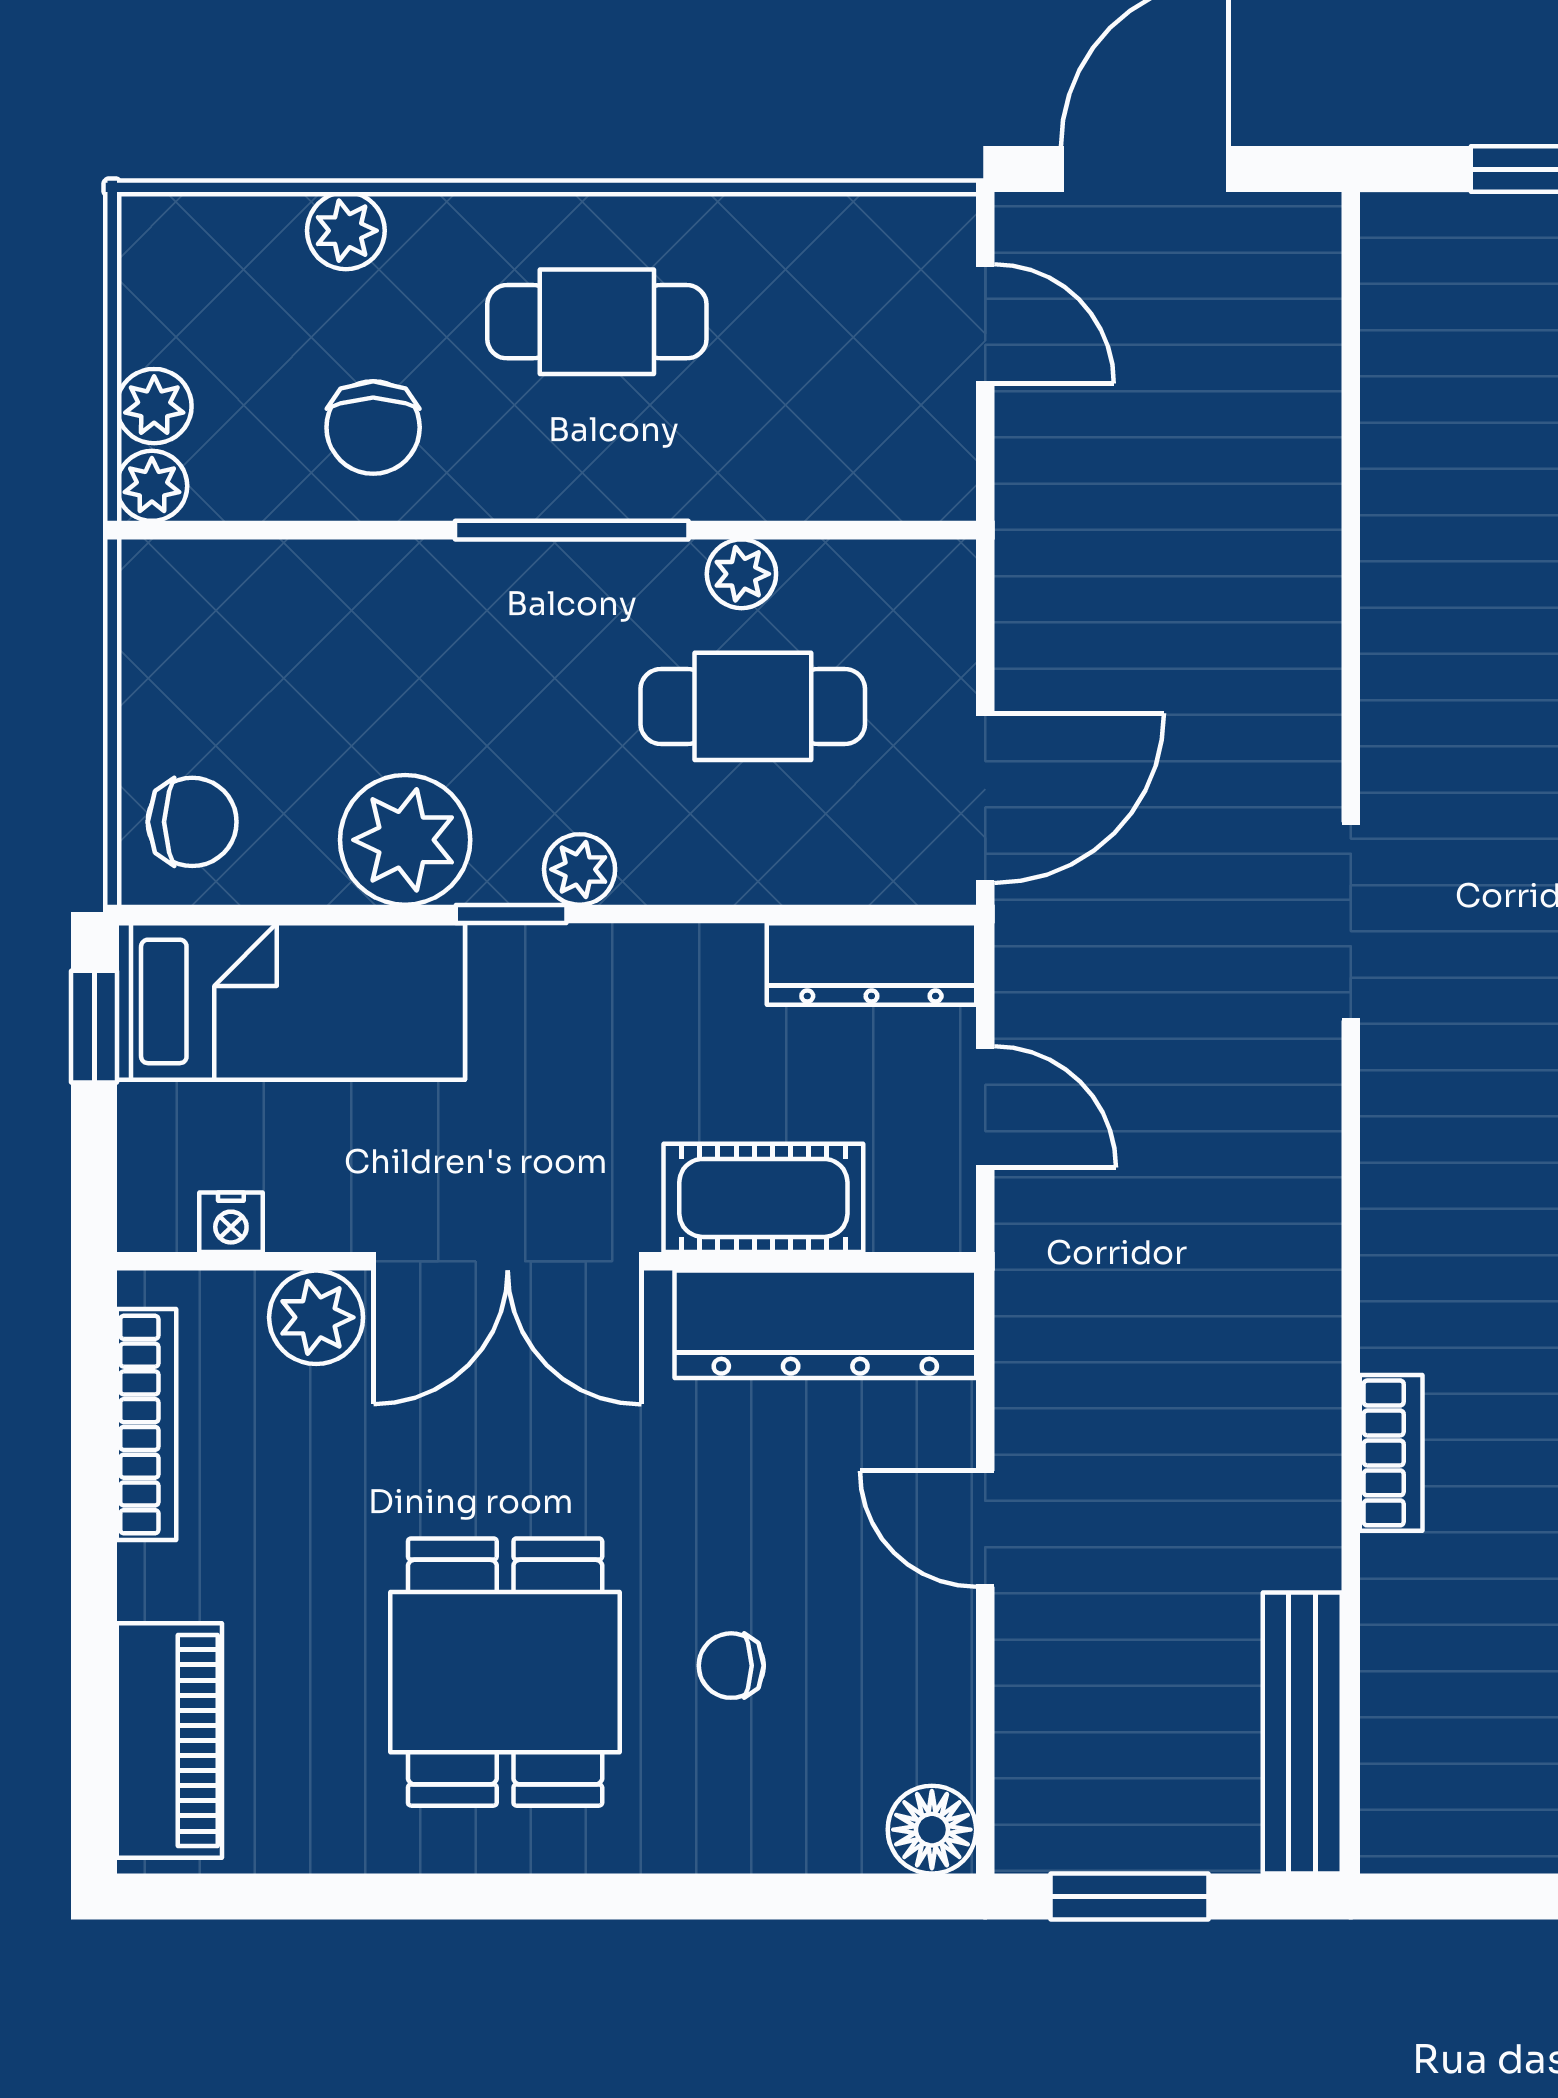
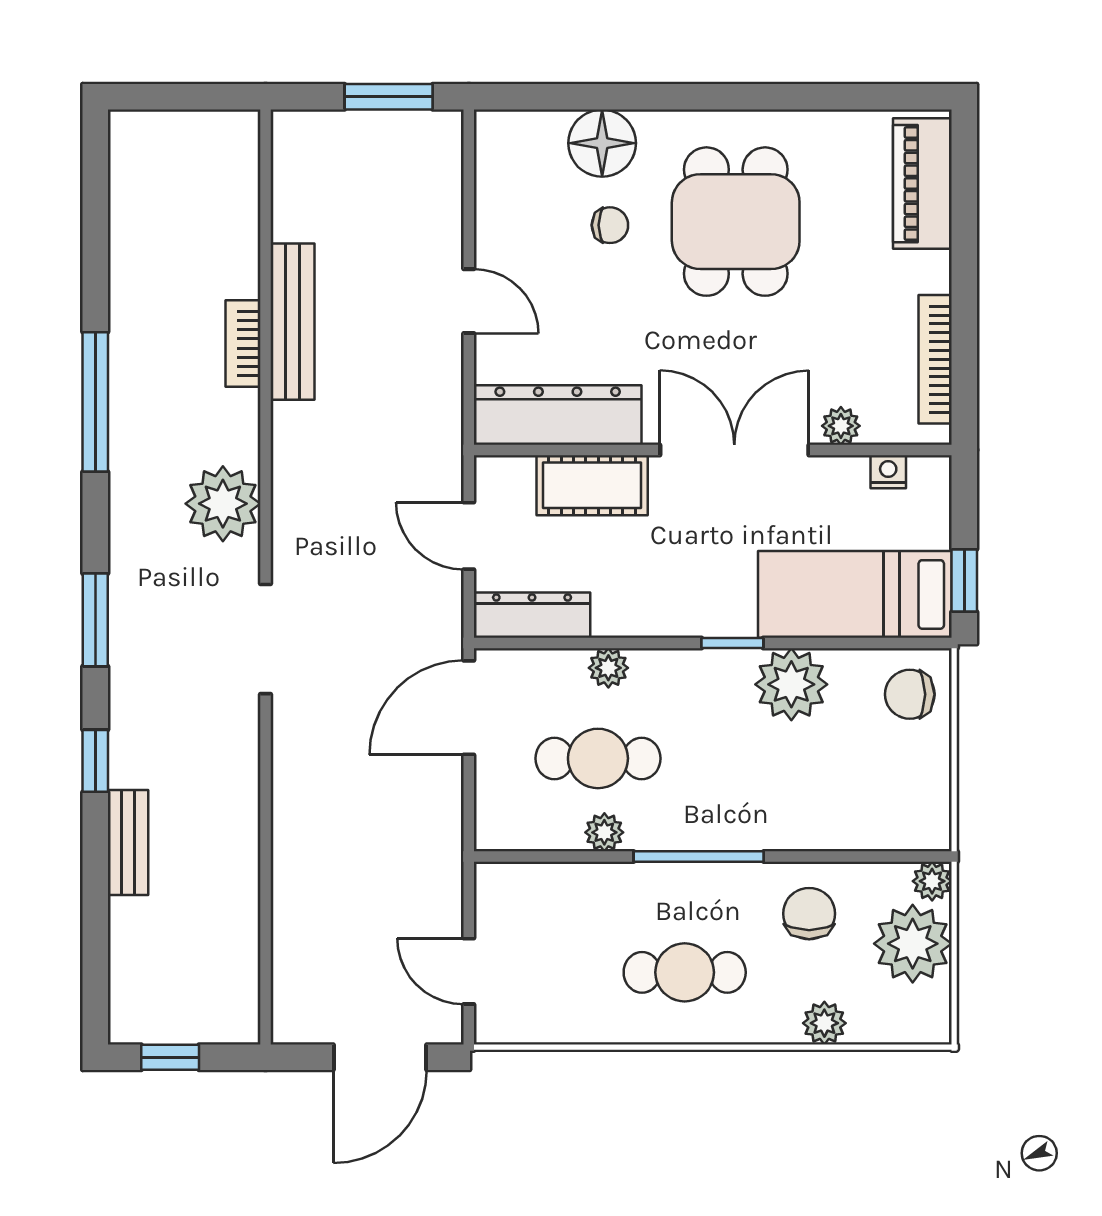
plant: (154, 406) -> (913, 944), width x1.87, depth x1.87
plant: (580, 869) -> (608, 668), moved
plant: (1427, 1165) -> (223, 504), added
plant: (316, 1317) -> (841, 426), width x0.73, depth x0.73
bench: (1302, 1733) -> (292, 322), moved
floor lamp: (932, 1830) -> (602, 143), moved, width x1.38, depth x1.38

